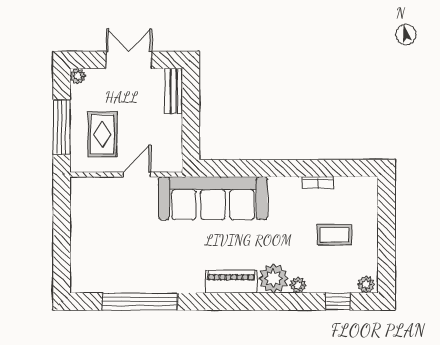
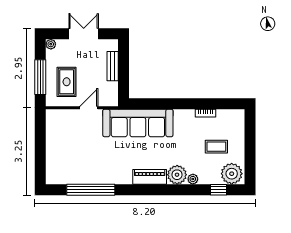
bench: (174, 91) -> (113, 66), moved
plant: (366, 284) -> (232, 174), width x1.87, depth x1.87

